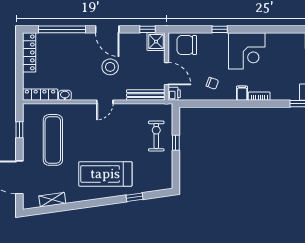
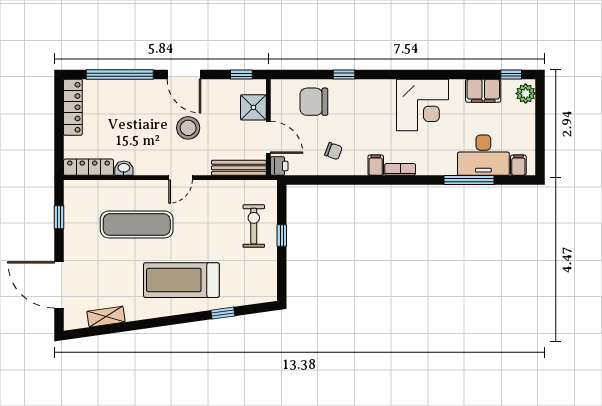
shower: (156, 42) -> (253, 107), moved
chair: (187, 45) -> (314, 102), moved
corner desk: (247, 51) -> (423, 105), moved
exercise mat: (53, 140) -> (137, 224), moved, turned 90

